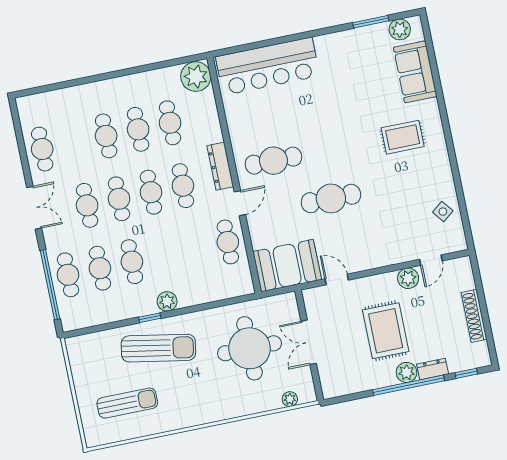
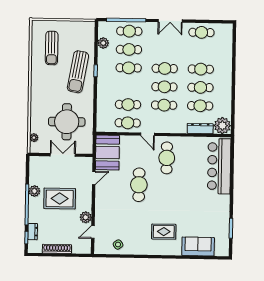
plant: (400, 29) -> (223, 243), removed
rug: (403, 137) -> (164, 232), turned 90
dresser: (220, 166) -> (200, 129), moved
cafe table: (87, 205) -> (128, 105), moved
door: (431, 260) -> (93, 232), hinge flipped
plant: (167, 301) -> (103, 43), moved
dresser: (433, 369) -> (33, 232), moved
plant: (407, 372) -> (34, 191), moved

